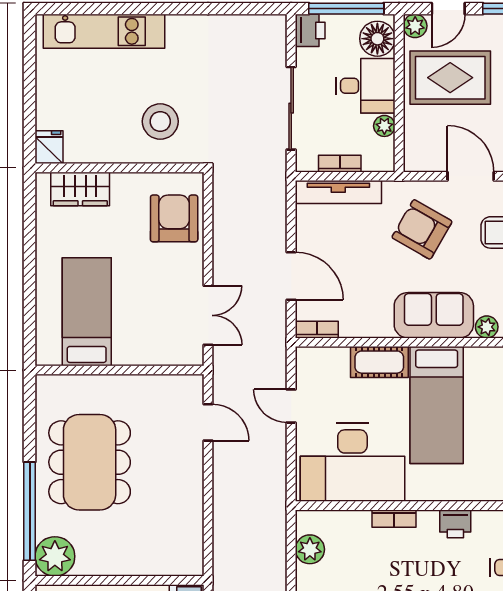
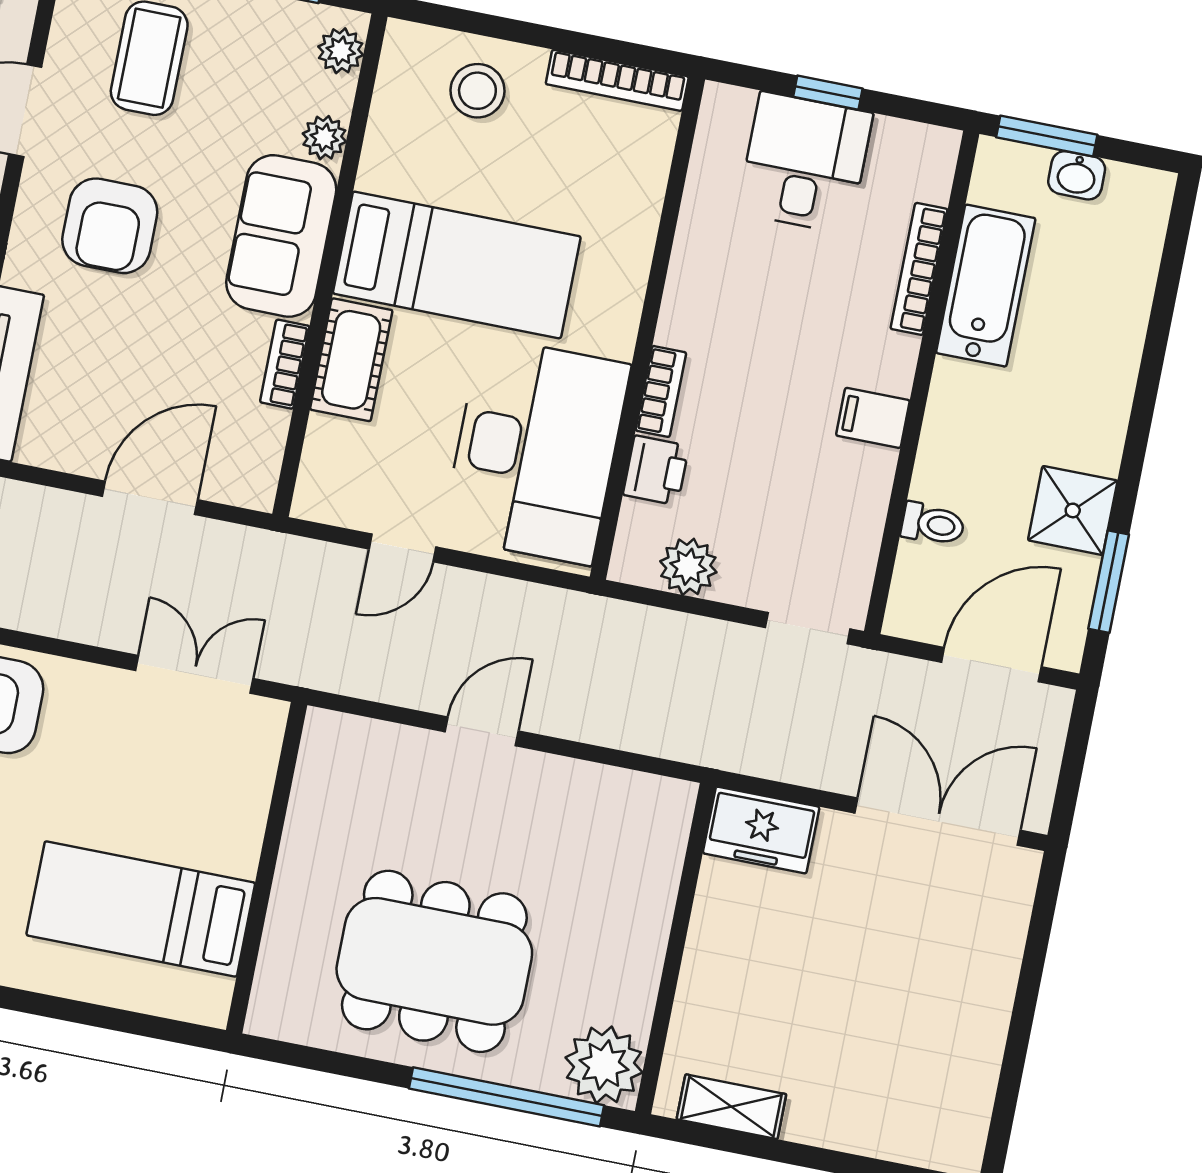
armchair: (422, 229) -> (110, 226), turned -30
bookcase: (317, 330) -> (285, 364), moved
door: (208, 422) -> (482, 731), moved
printer: (455, 524) -> (656, 470), moved

